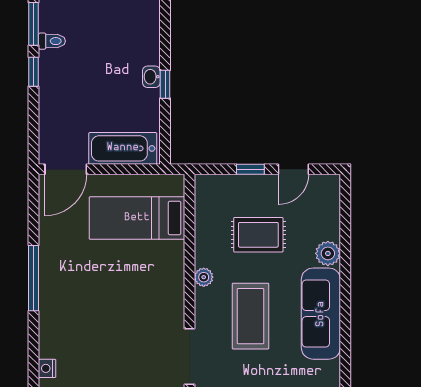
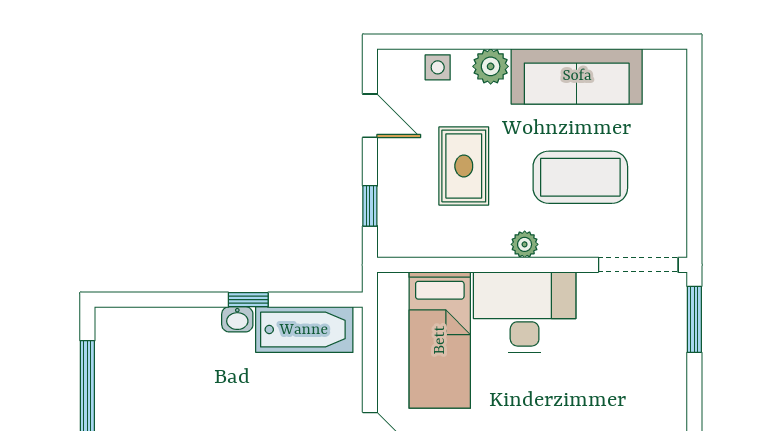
bathtub: (123, 148) -> (304, 330), moved, turned -90
window: (250, 169) -> (370, 206), moved
side table: (327, 217) -> (438, 67), added
desk: (156, 277) -> (525, 312), added

